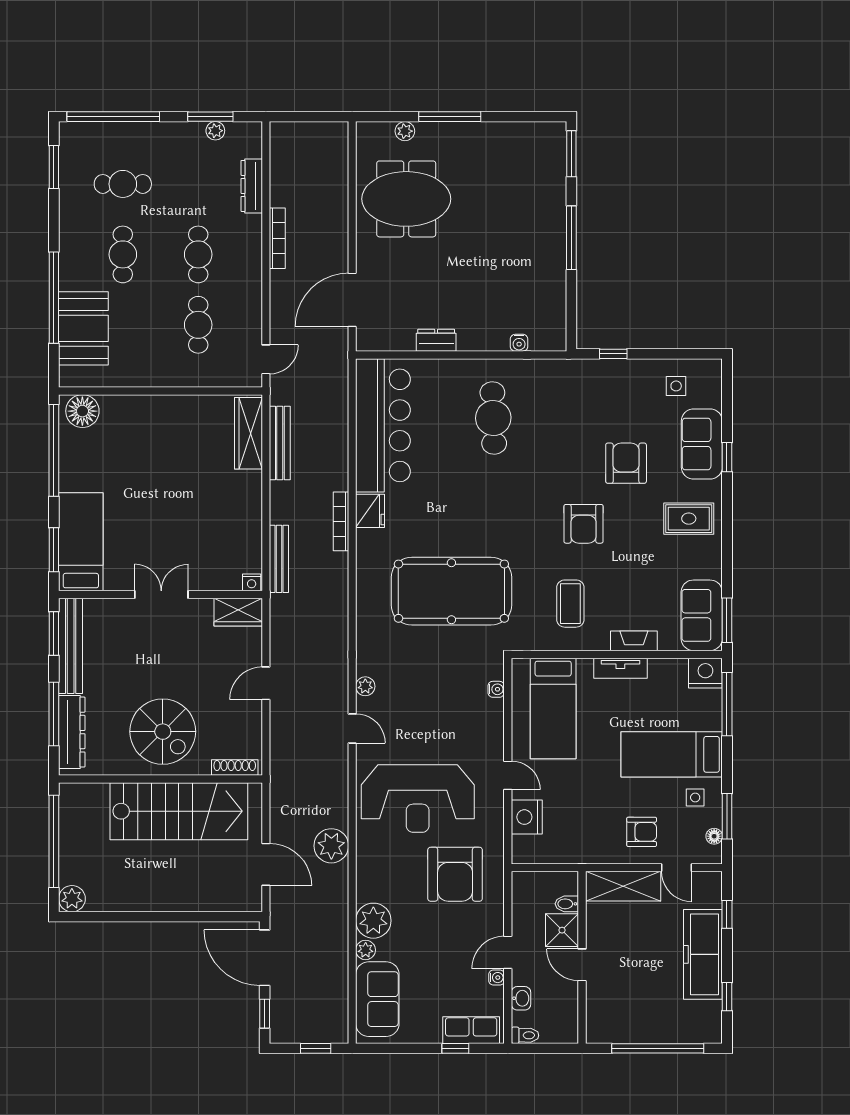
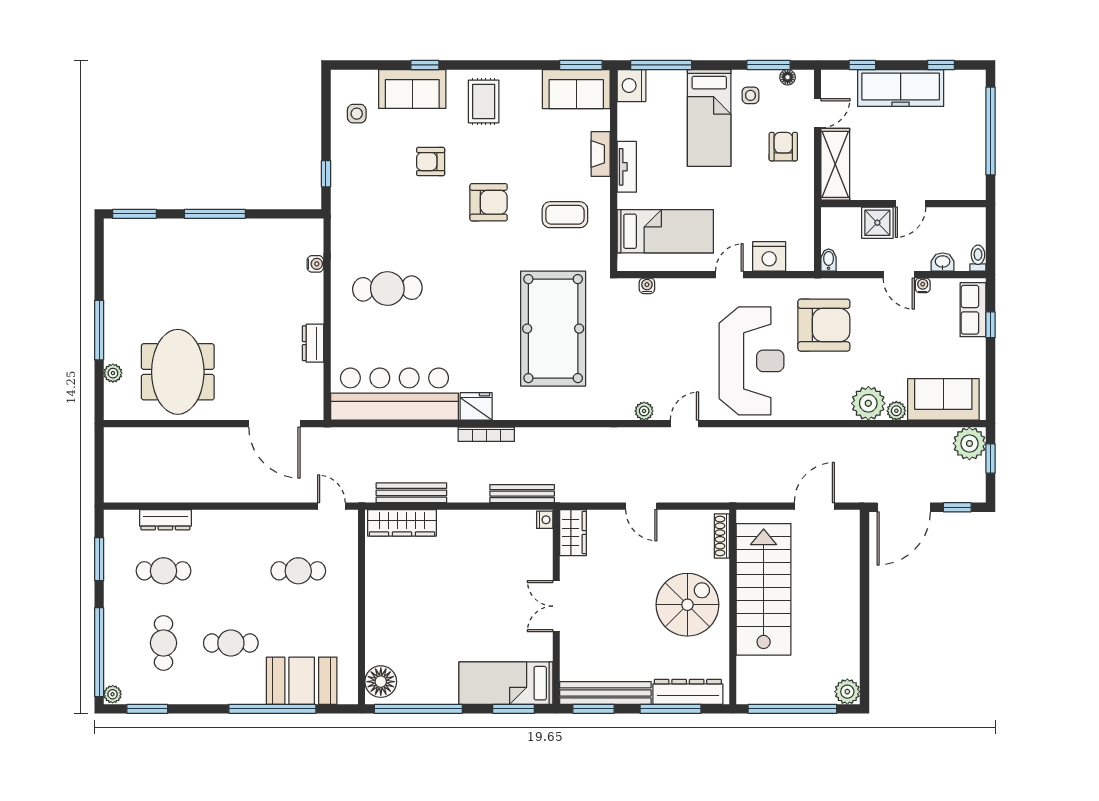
plant: (215, 131) -> (113, 694), moved
bookcase: (277, 238) -> (215, 495), removed
cafe table: (198, 254) -> (163, 571), moved
armchair: (626, 463) -> (431, 162), width x0.72, depth x0.72
plant: (331, 846) -> (969, 443), moved
bidet: (567, 904) -> (829, 260), moved, turned 180

